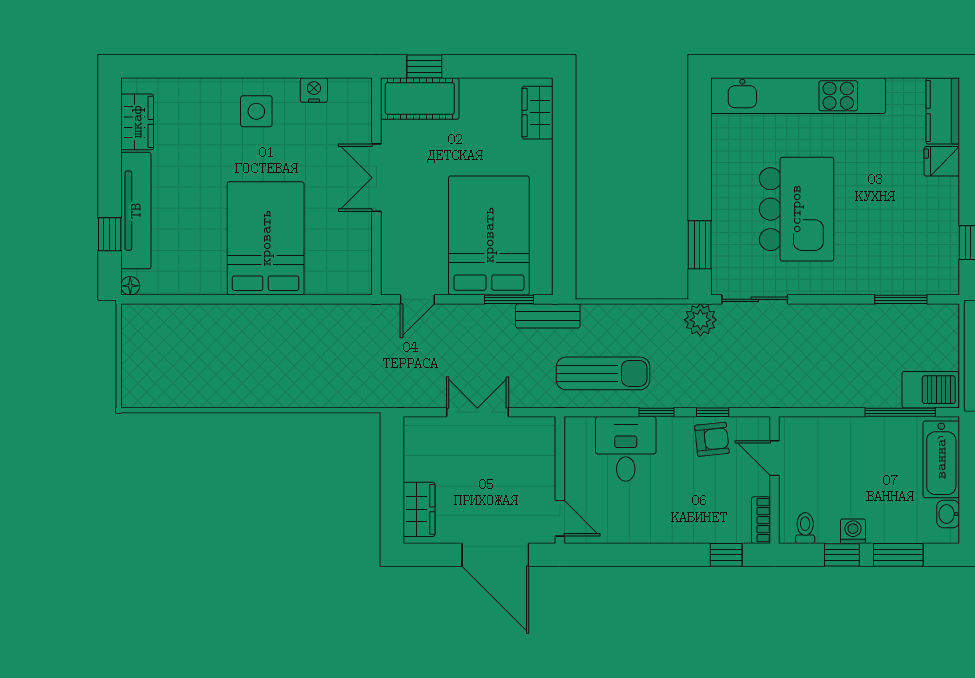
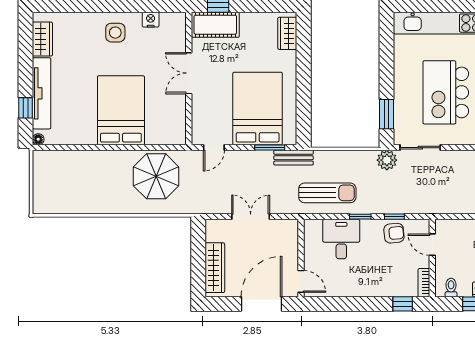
kitchen island: (796, 209) -> (446, 92), turned 180
parasol: (323, 346) -> (156, 176), added
wardrobe: (419, 509) -> (215, 268), width x1.50
door: (495, 555) -> (262, 304), swing flipped

